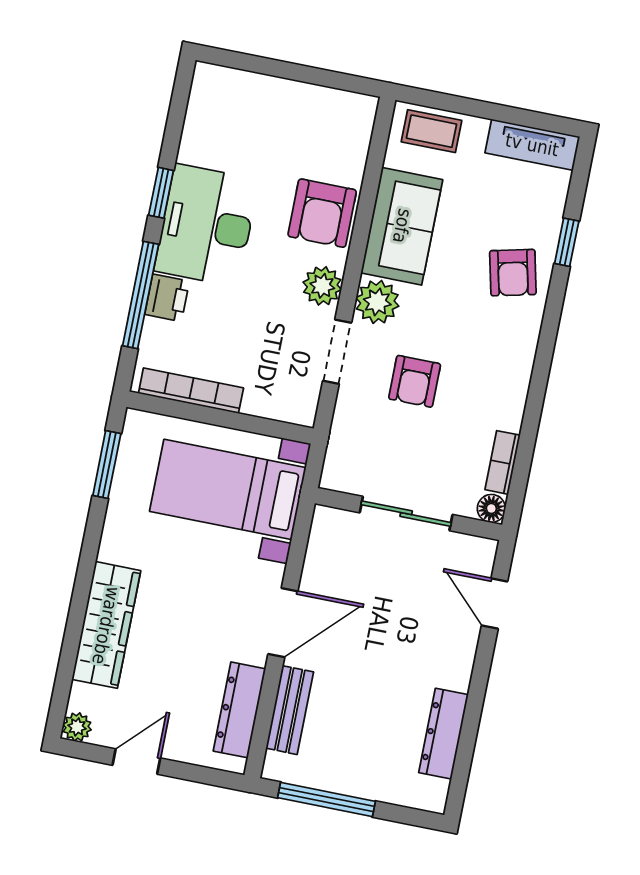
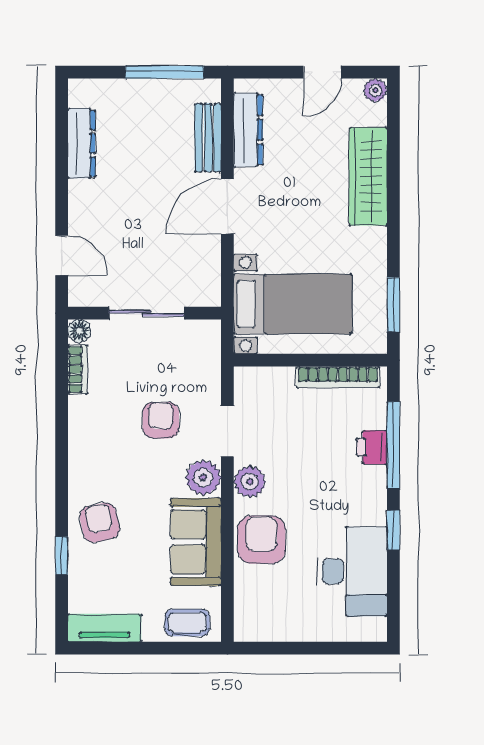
desk: (206, 225) -> (352, 571), moved

